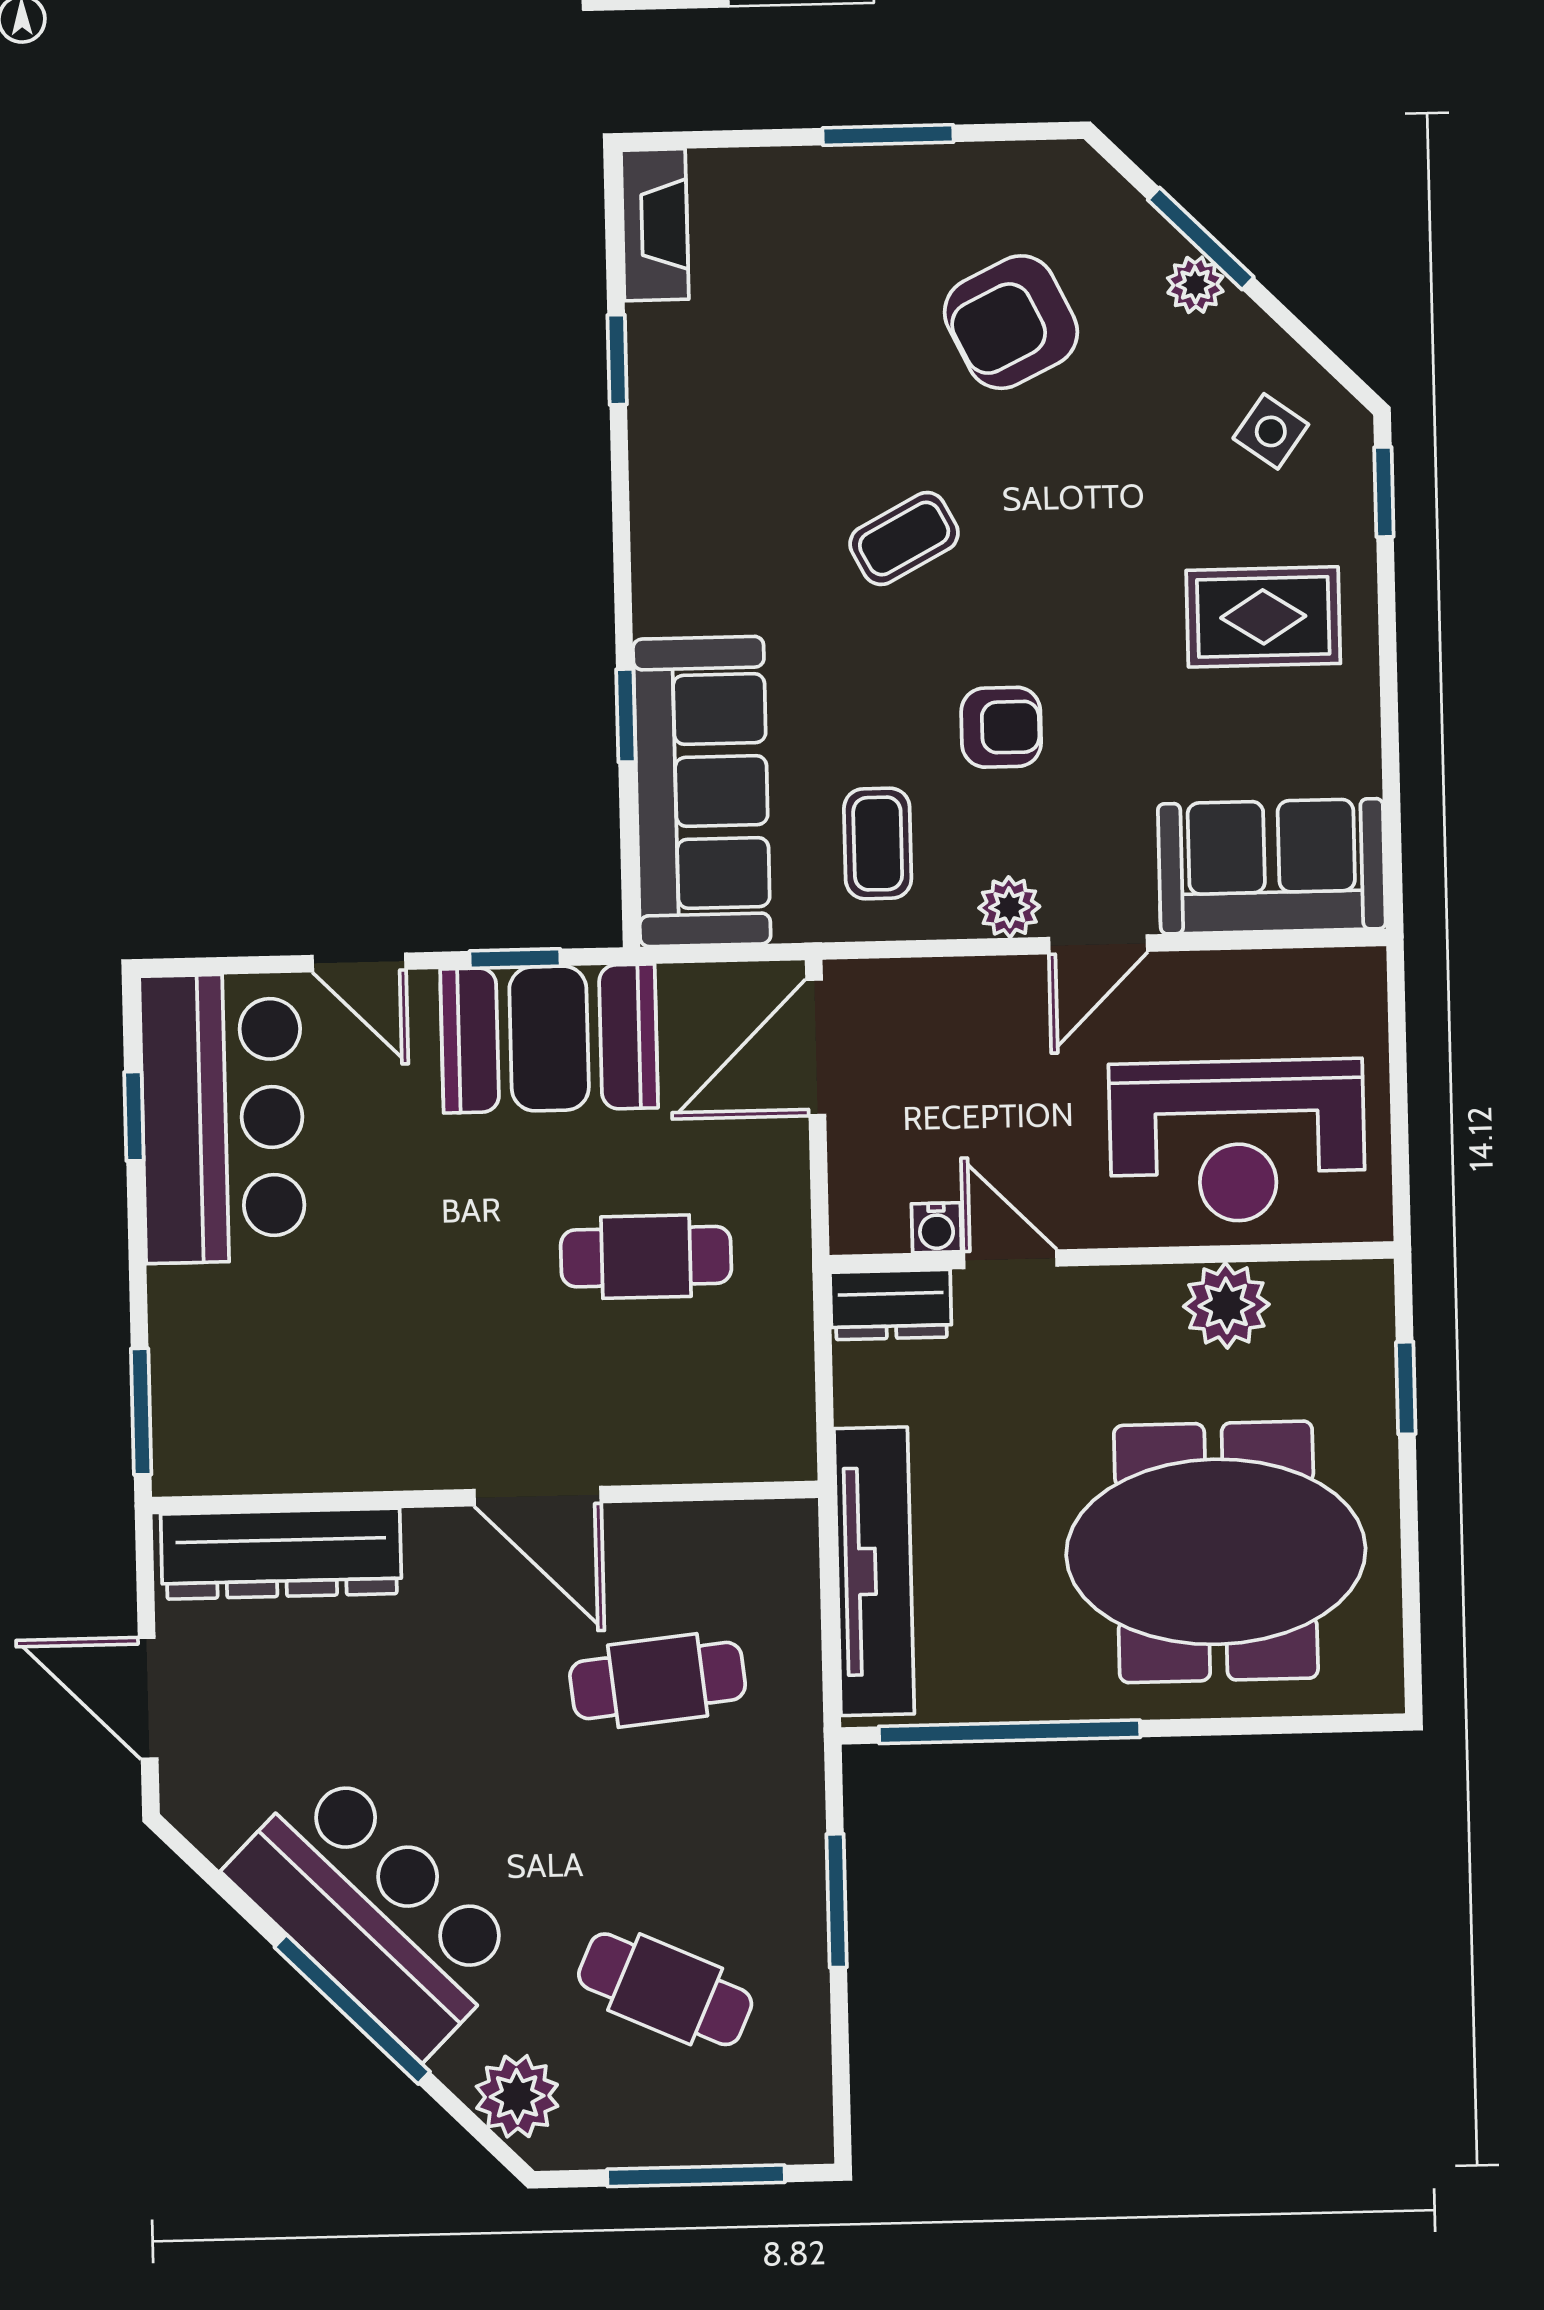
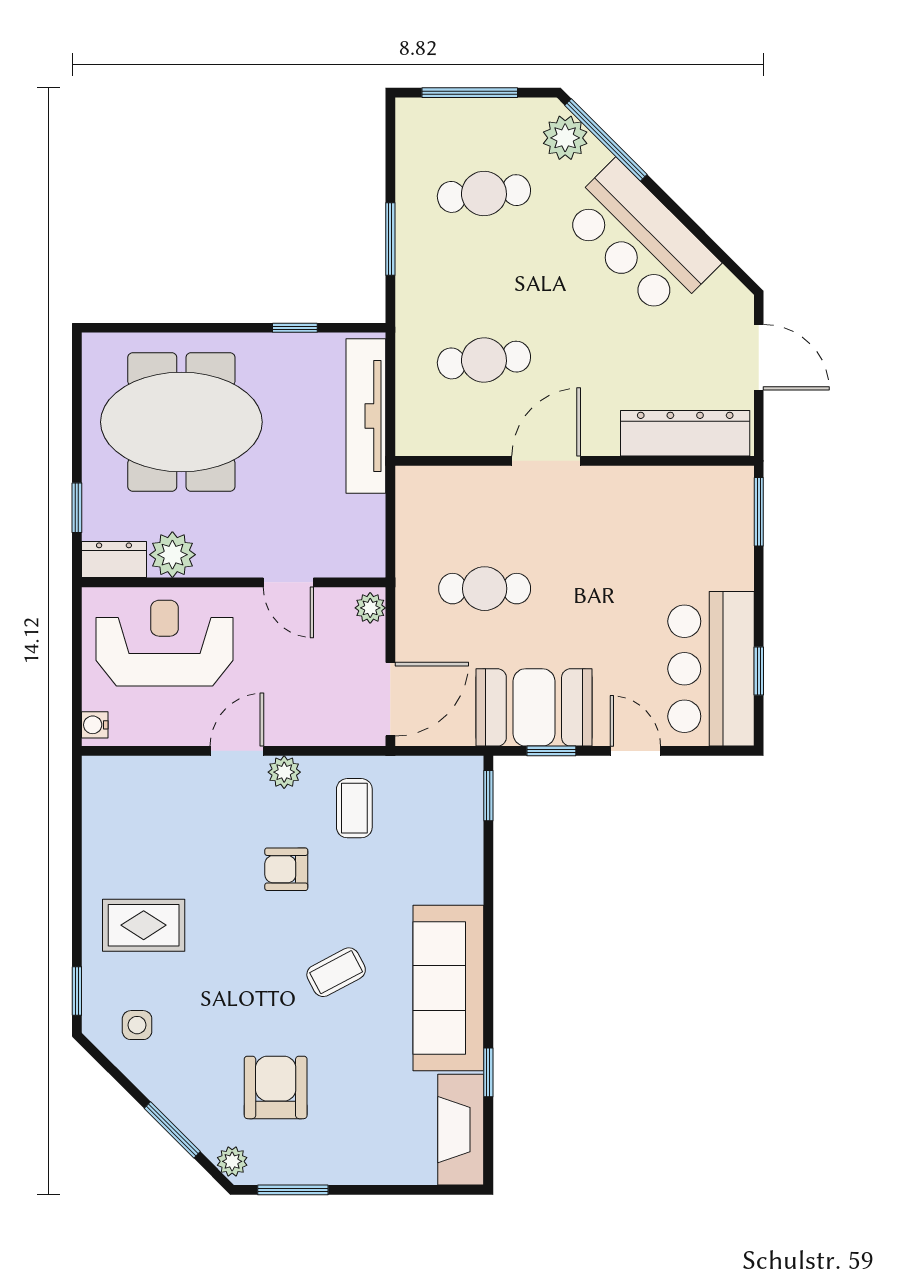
window: (888, 135) -> (293, 1190), moved
fireplace: (655, 225) -> (461, 1130), width x1.37, depth x1.32
plant: (1195, 285) -> (232, 1161), moved
armchair: (1011, 322) -> (276, 1087), turned -64
side table: (1271, 431) -> (137, 1025), turned -36
window: (626, 716) -> (488, 796), moved
sofa: (702, 791) -> (448, 988), moved
sofa: (1272, 866) -> (142, 791), removed
plant: (857, 1216) -> (370, 608), added
water cooler: (936, 1228) -> (95, 725), moved, turned -90
dresser: (891, 1305) -> (114, 560), moved
door: (538, 1496) -> (546, 461), hinge flipped
window: (1010, 1732) -> (295, 328), width x0.32
cafe table: (665, 1989) -> (484, 194), turned -30
window: (352, 2009) -> (606, 140), moved

